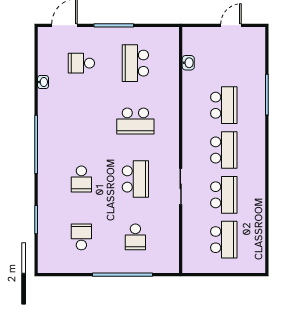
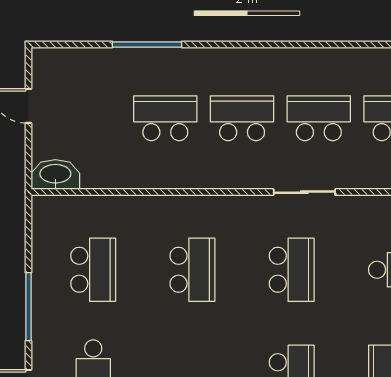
school desk: (135, 63) -> (93, 270), turned -90
washbasin: (188, 63) -> (55, 175), moved, width x1.91, depth x1.45
school desk: (135, 179) -> (292, 270), turned 90

